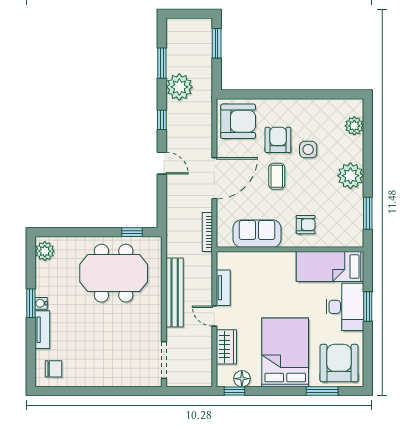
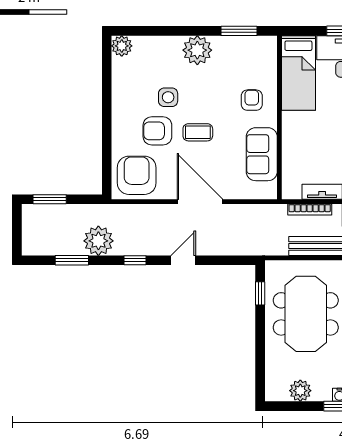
plant: (354, 126) -> (122, 46), moved
bookcase: (207, 232) -> (310, 210), moved
plant: (45, 251) -> (300, 391), moved

